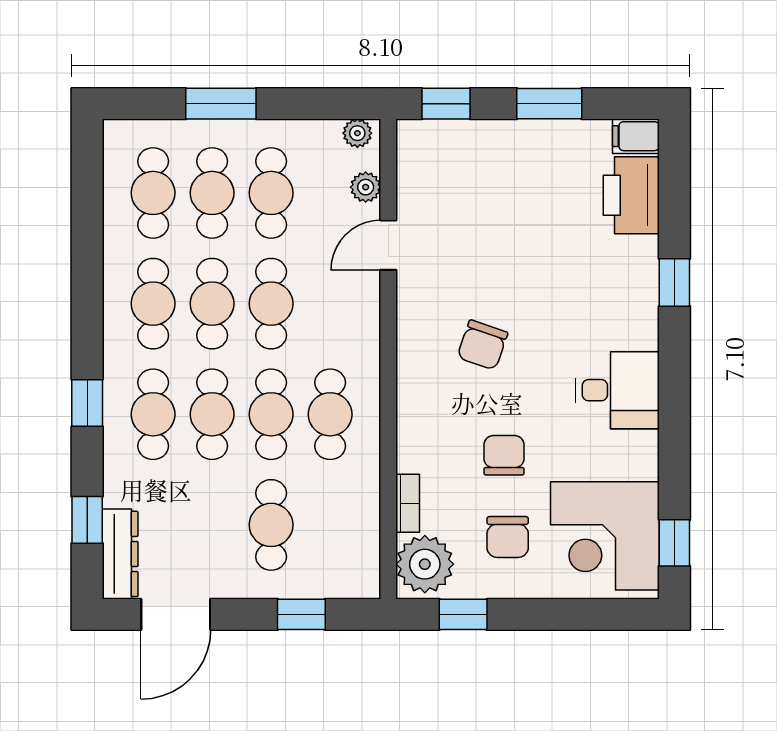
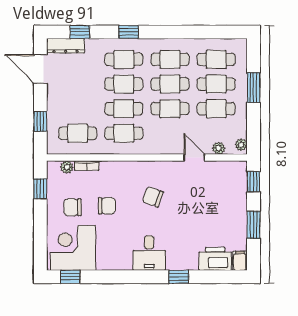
desk: (617, 390) -> (149, 253), moved
cafe table: (271, 525) -> (78, 133), moved
plant: (425, 564) -> (67, 167), width x0.53, depth x0.53

